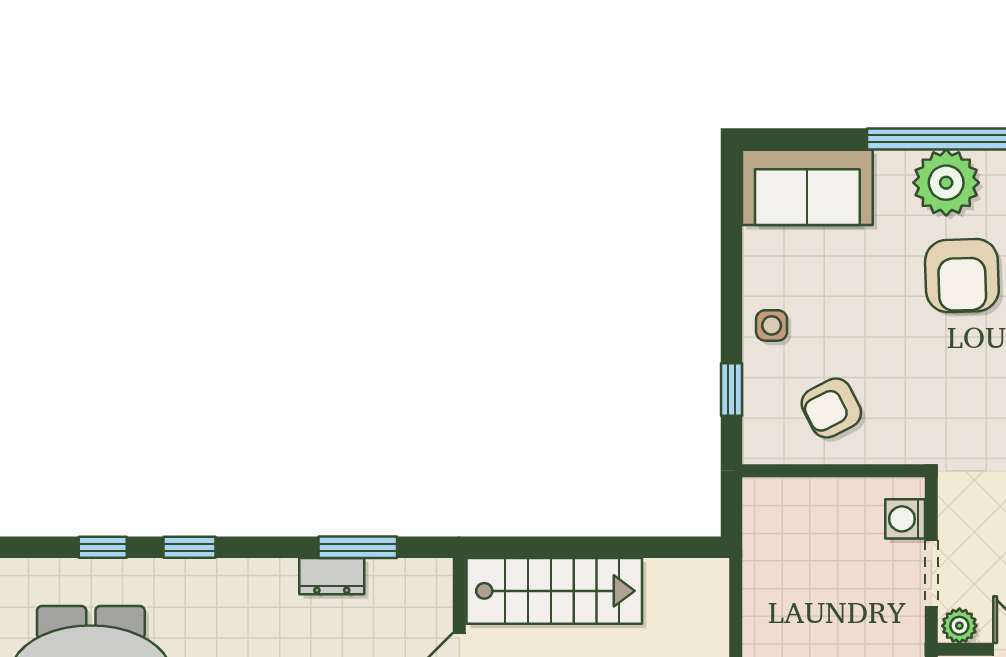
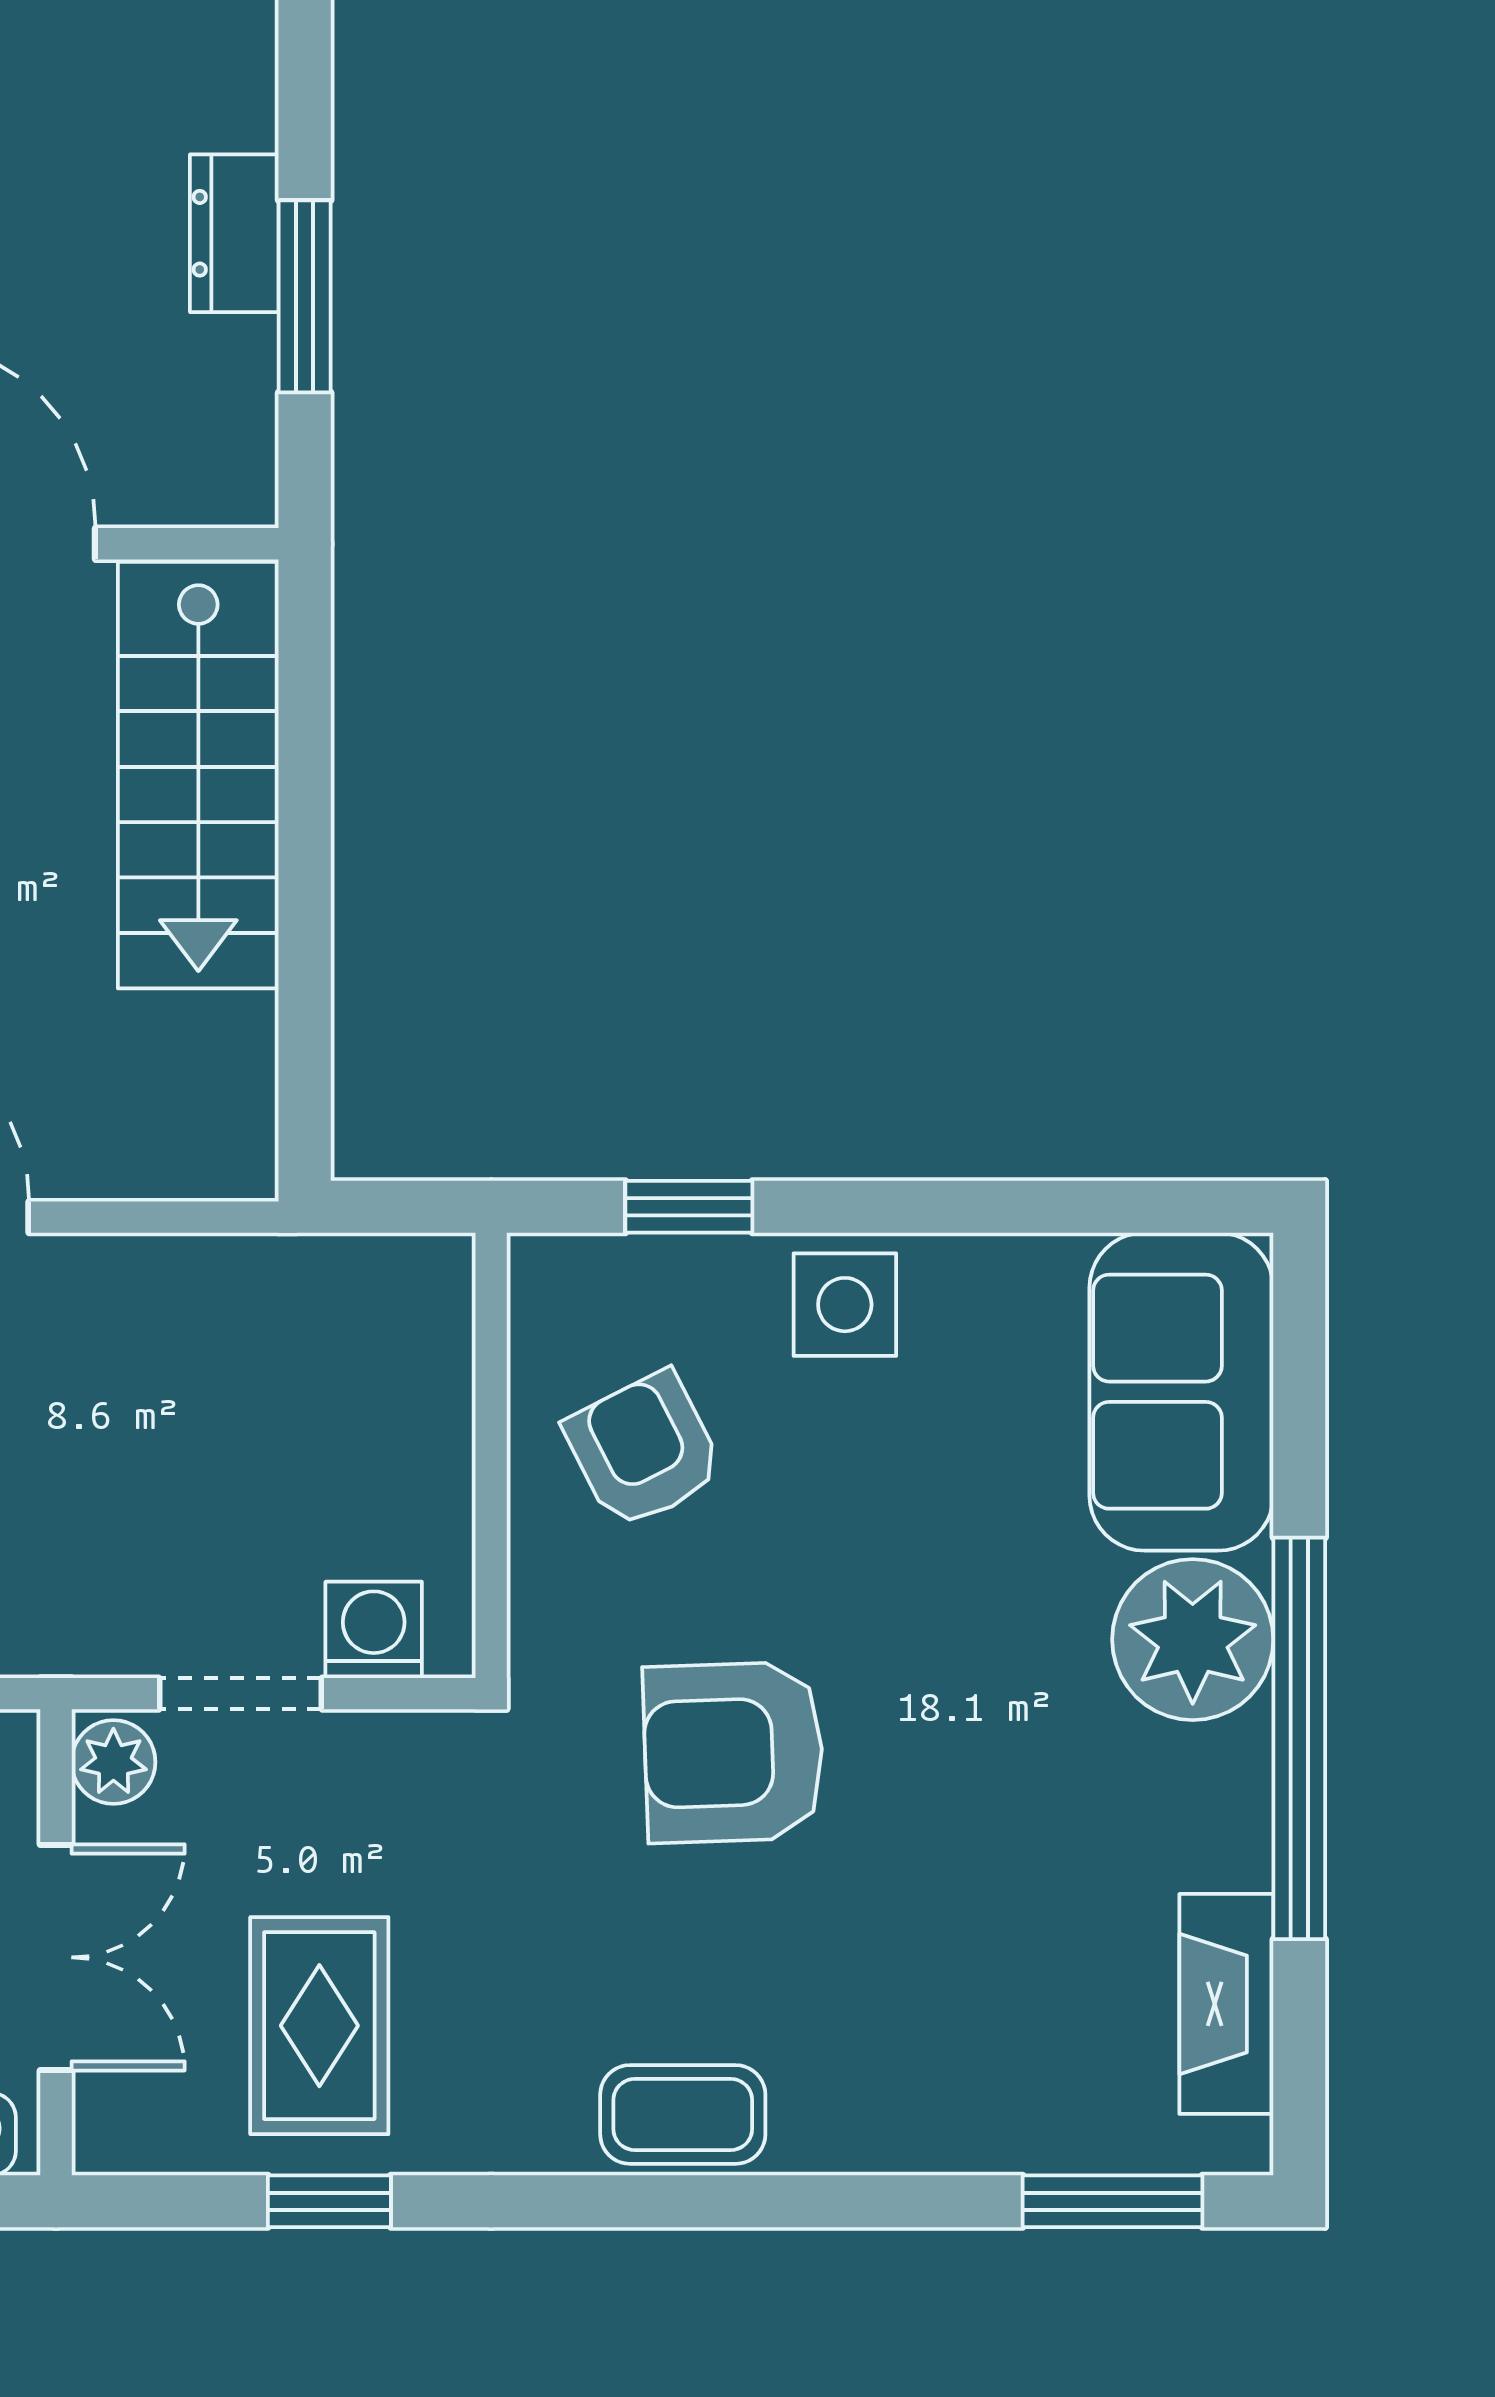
plant: (946, 183) -> (1193, 1640), moved
armchair: (962, 276) -> (733, 1752), moved
side table: (772, 325) -> (845, 1305), width x1.37, depth x1.37

